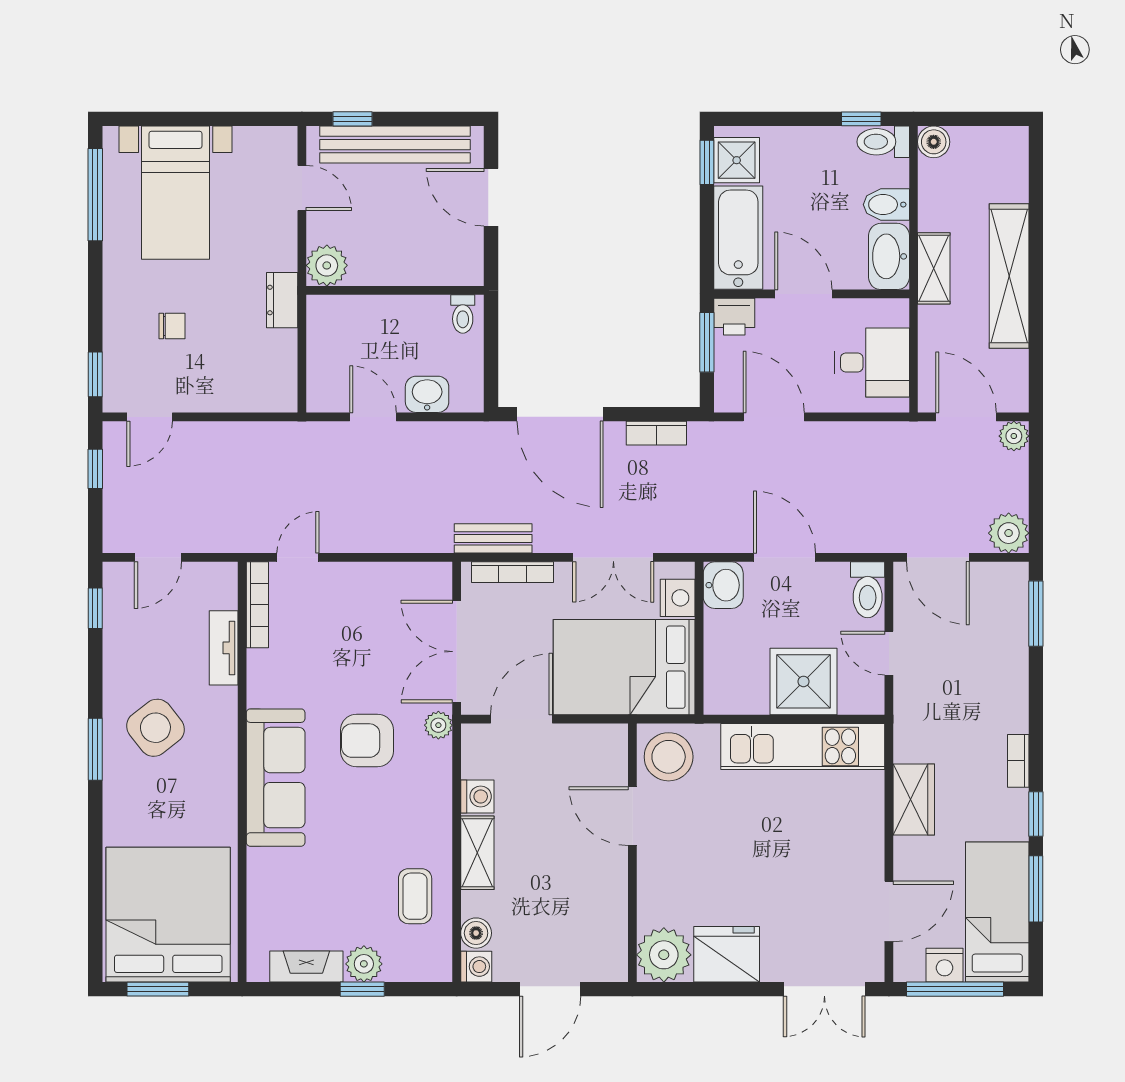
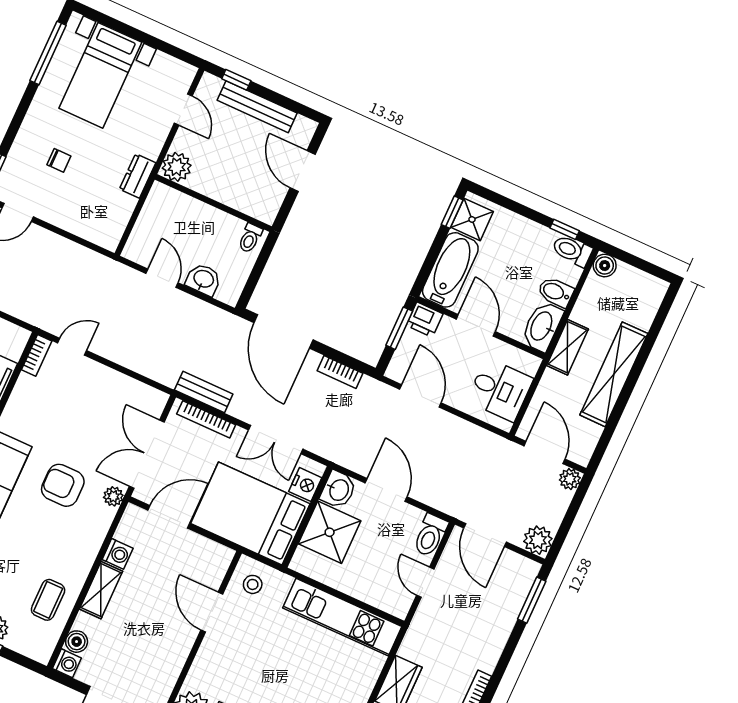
bench: (395, 145) -> (257, 107), width x0.73, depth x0.82
bookcase: (257, 605) -> (37, 355), width x0.64
shower: (804, 681) -> (330, 532), moved
stool: (669, 757) -> (253, 584), width x0.53, depth x0.53

